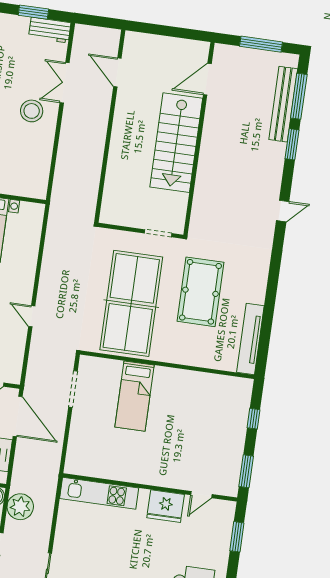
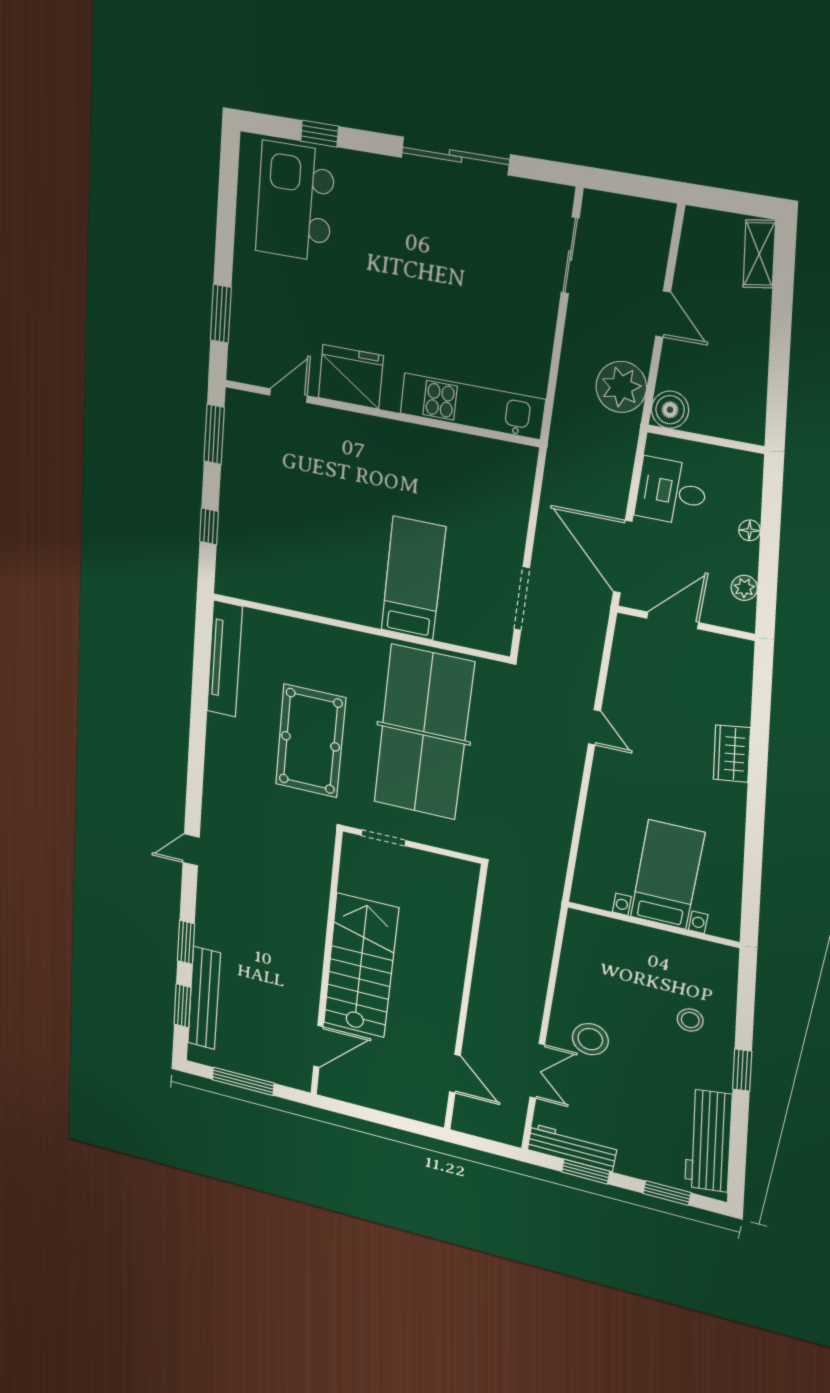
workbench: (50, 30) -> (572, 1148), width x1.38
window: (299, 96) -> (182, 1006), width x0.69

